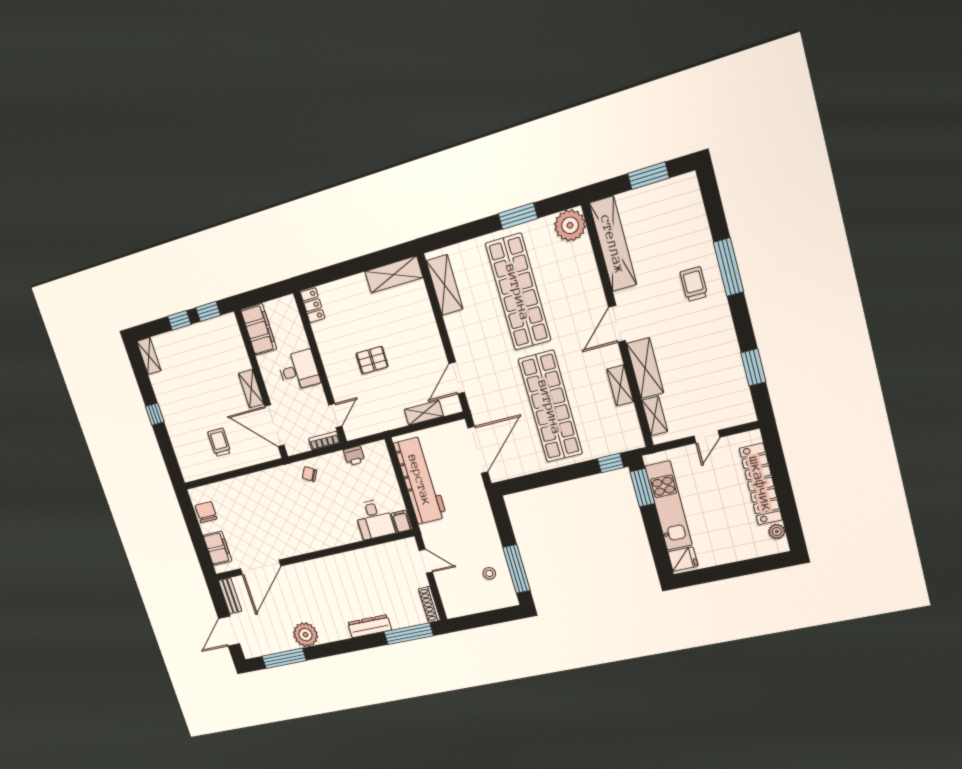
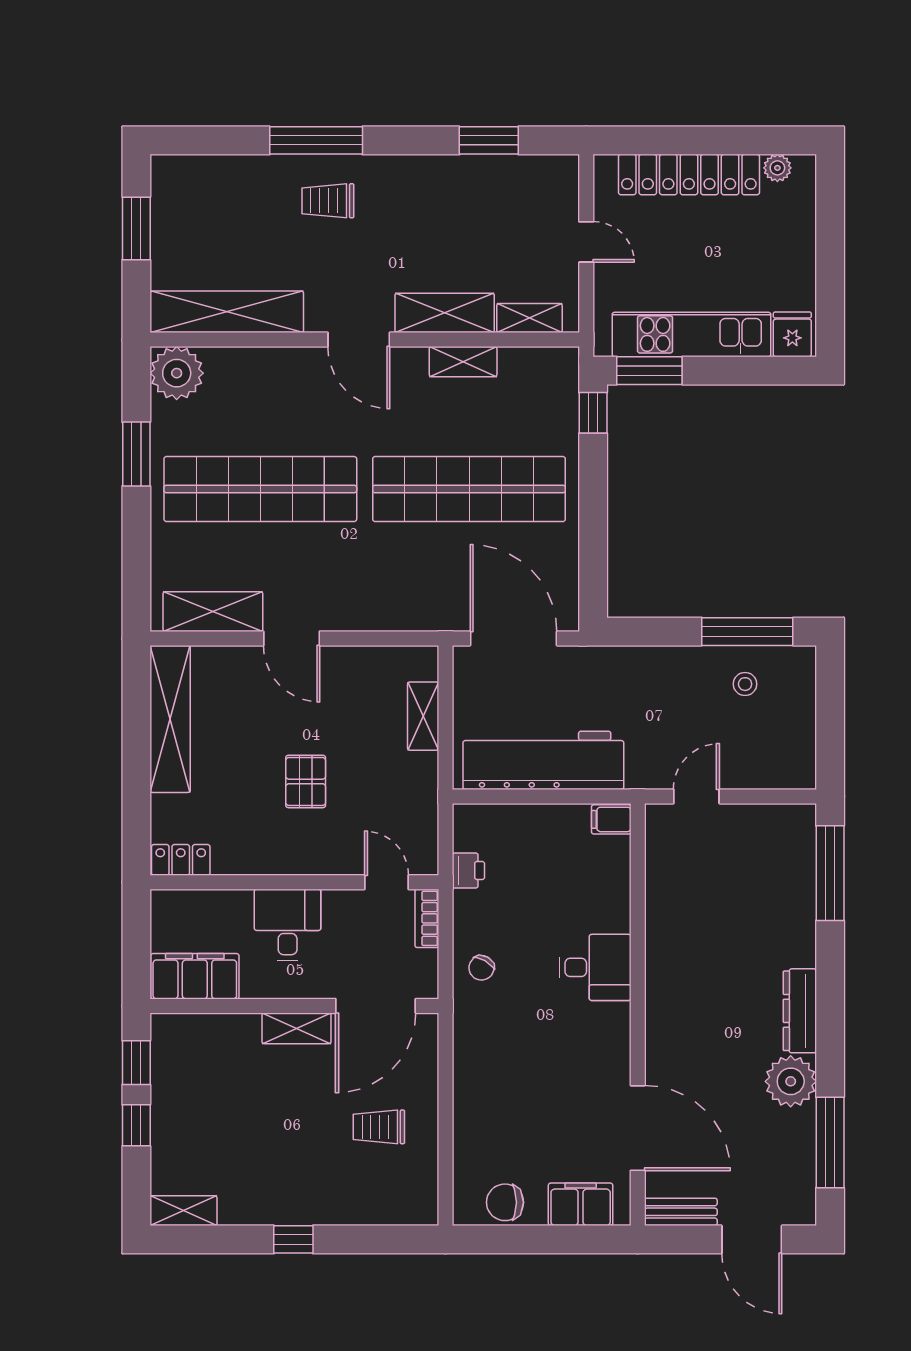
shelving: (394, 275) -> (170, 719), width x1.47
door: (457, 378) -> (292, 638), moved
desk: (374, 519) -> (595, 967), moved
shoe rack: (429, 605) -> (781, 815), removed
dresser: (370, 626) -> (800, 1011), moved

